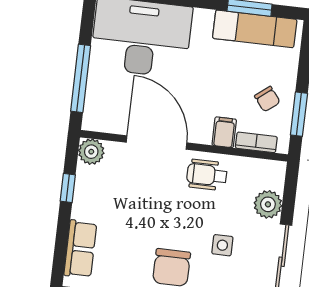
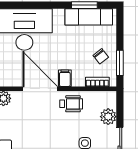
filing cabinet: (224, 132) -> (65, 78), moved
wheelchair: (207, 175) -> (71, 104), turned 180

